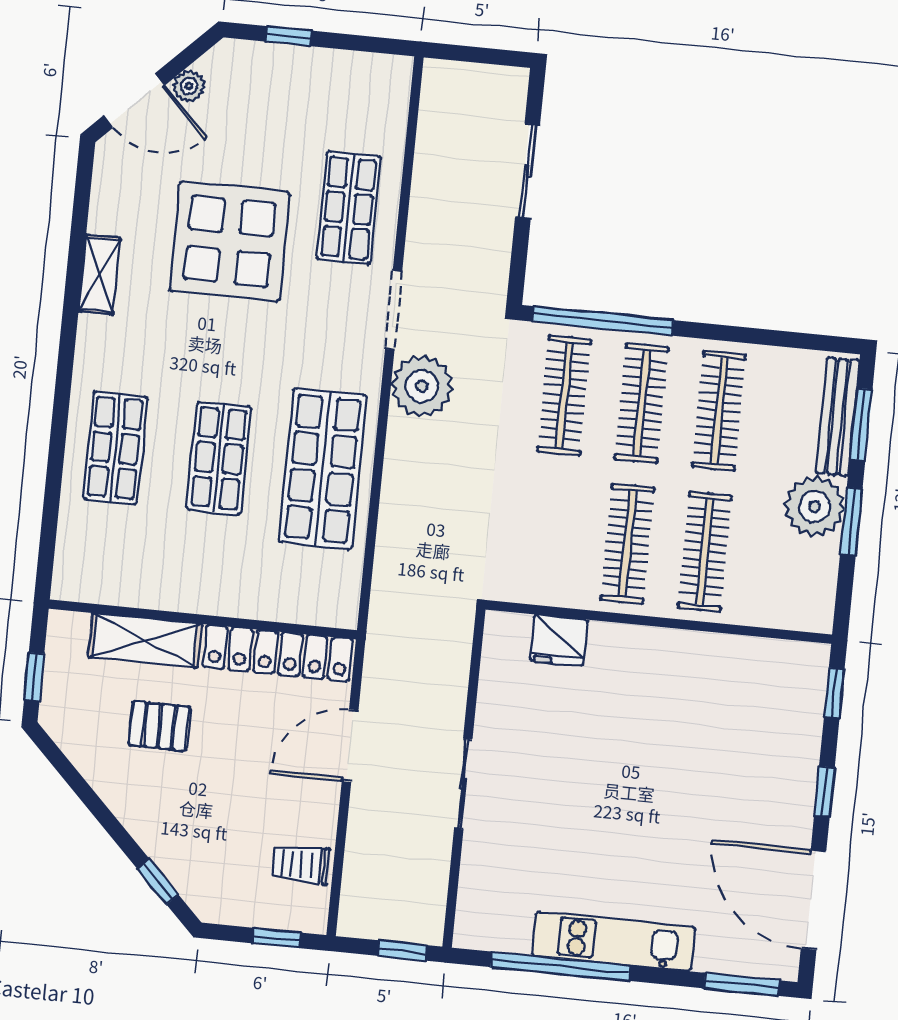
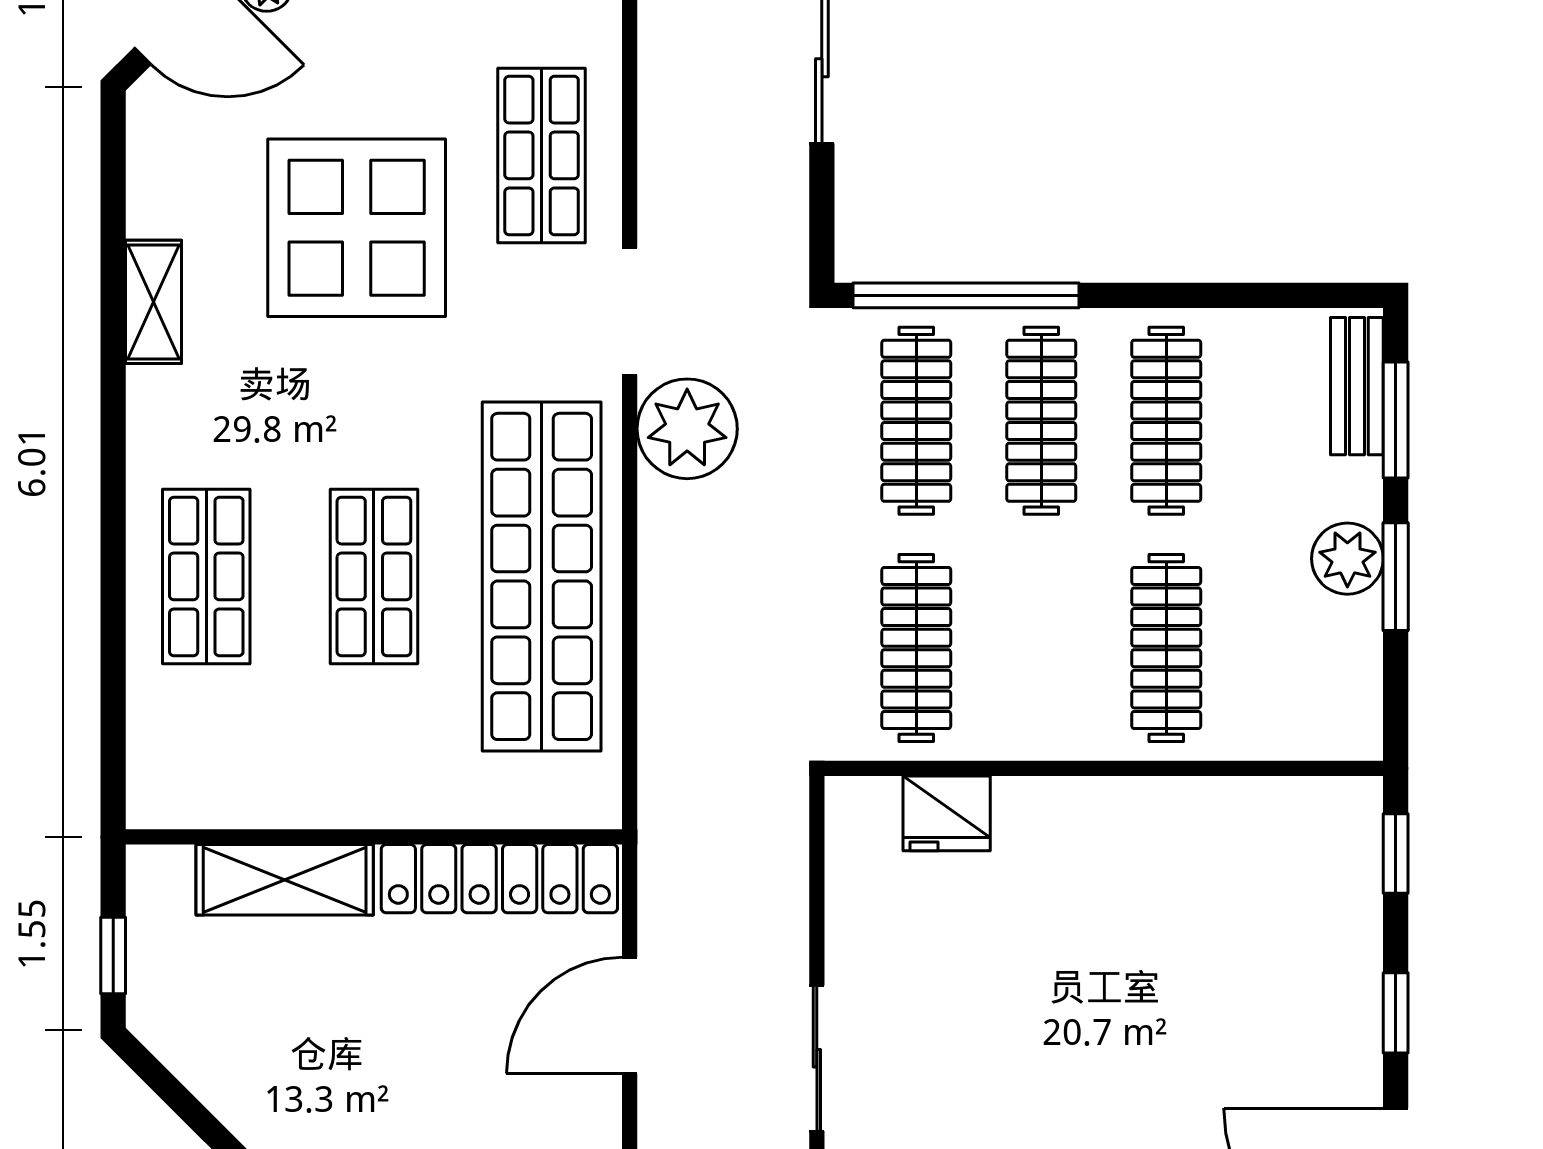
bench: (838, 417) -> (1357, 386), width x0.73
shop shelf: (323, 469) -> (542, 576), width x1.40
plant: (815, 507) -> (1347, 559), width x0.73, depth x0.73
clothes rail: (628, 544) -> (916, 648), moved
pallet: (159, 726) -> (321, 1014), removed

